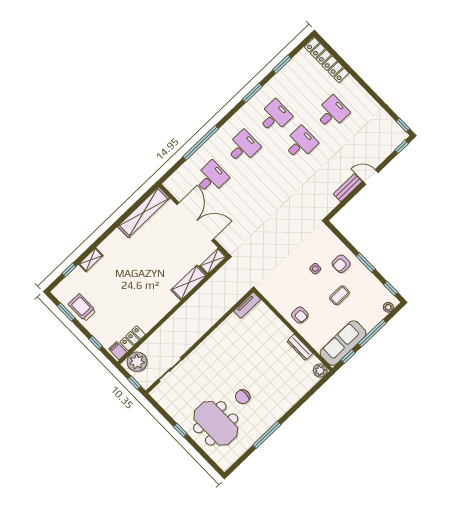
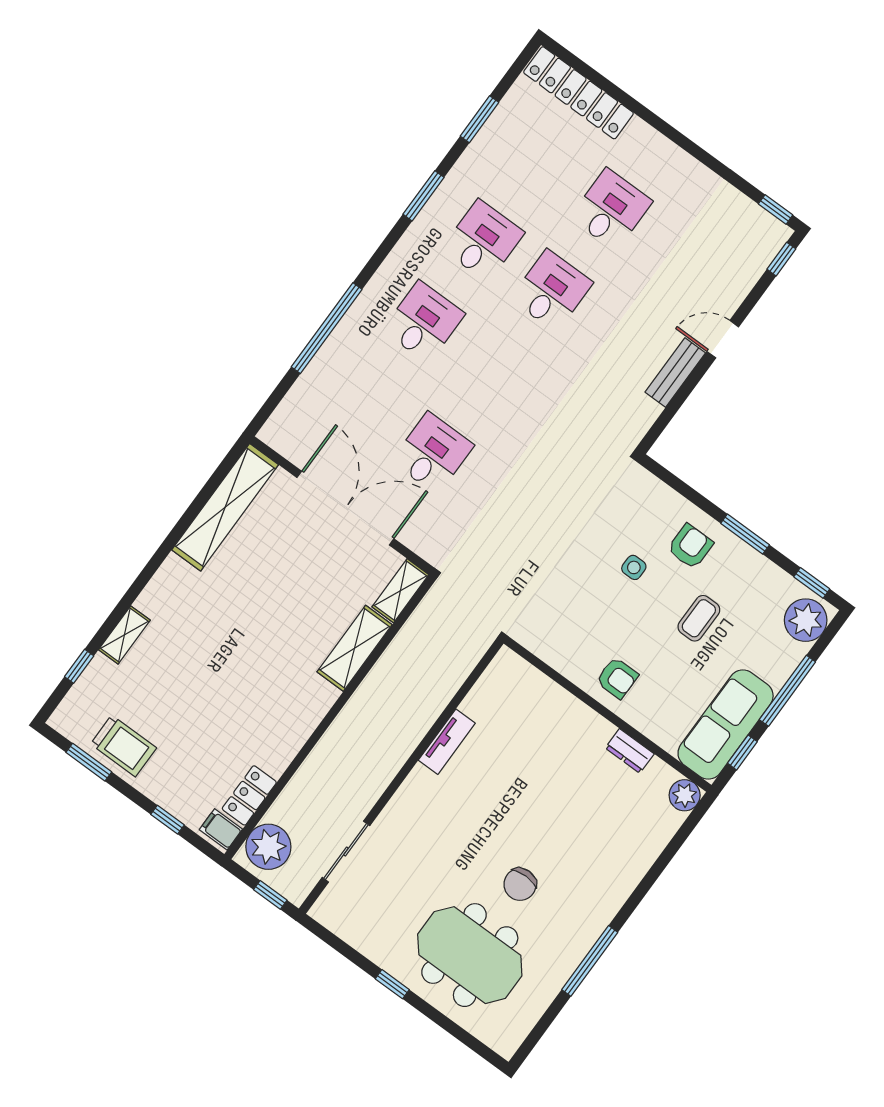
desk: (211, 178) -> (433, 453), moved
armchair: (341, 264) -> (690, 546), turned 180
tv unit: (247, 305) -> (447, 742), moved
plant: (388, 307) -> (806, 620), width x1.88, depth x1.88
trolley: (82, 308) -> (123, 746), turned 180
dresser: (300, 347) -> (630, 751), width x0.70

